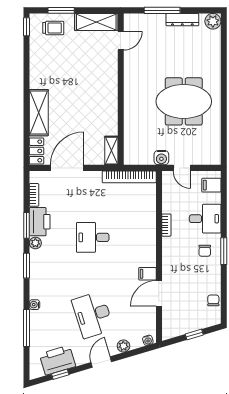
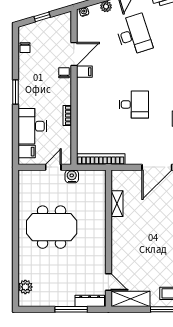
dresser: (182, 20) -> (90, 301), moved
plant: (213, 21) -> (25, 287), moved
door: (121, 41) -> (108, 282), swing flipped
shelving: (111, 151) -> (117, 204), moved
door: (182, 168) -> (53, 167), hinge flipped
desk: (205, 219) -> (32, 126), width x1.37
chair: (205, 251) -> (64, 73), moved

